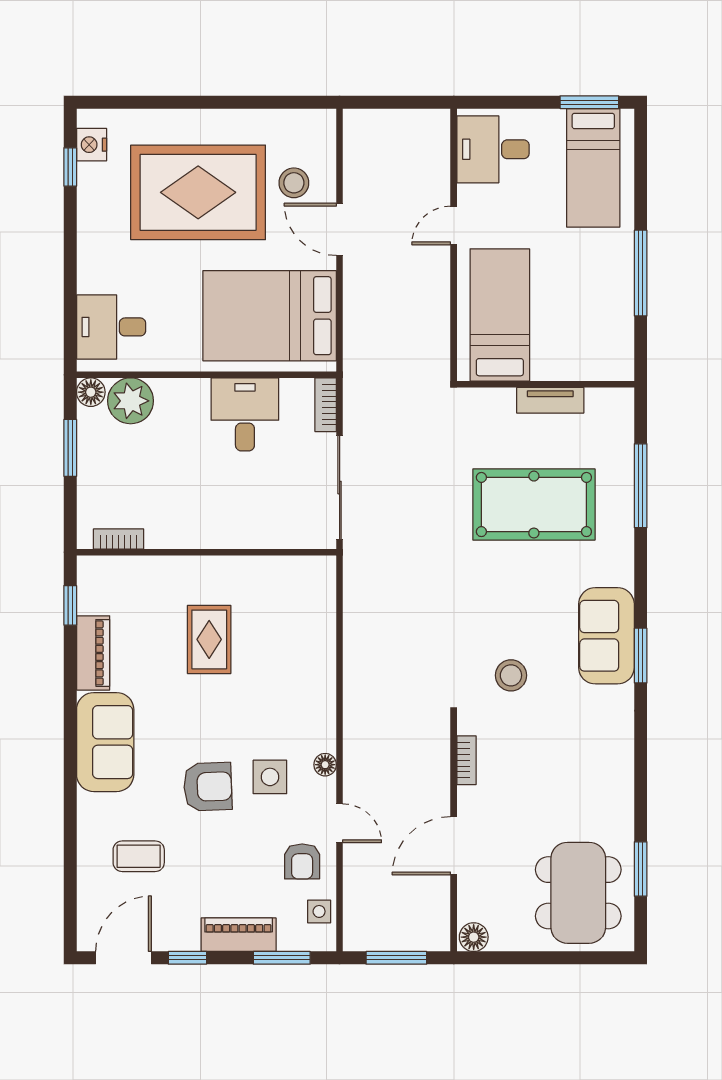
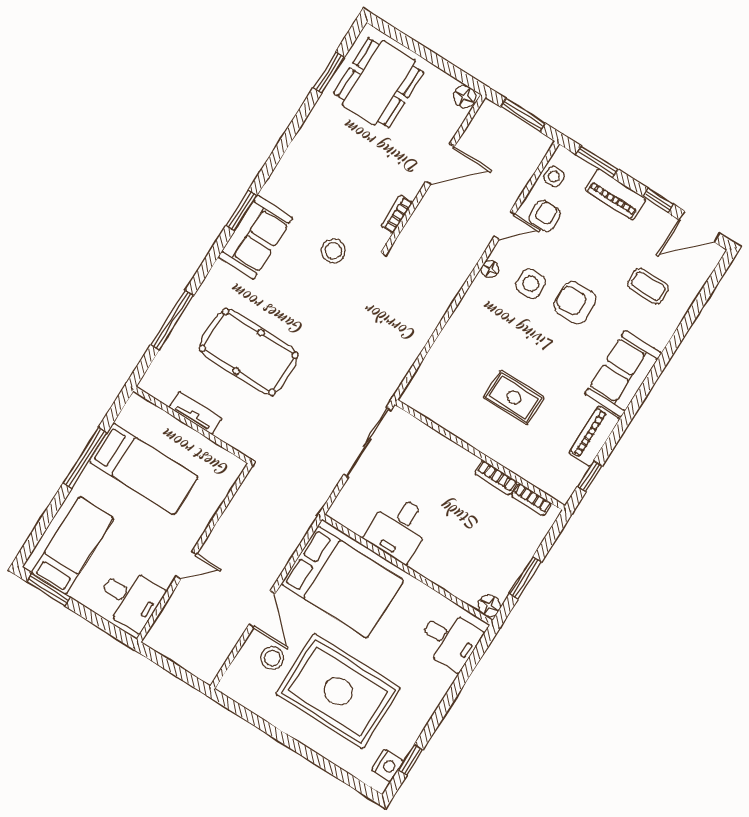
bed: (500, 315) -> (144, 469), moved, turned -90
plant: (131, 401) -> (467, 584), removed
bookcase: (326, 405) -> (496, 478), moved, turned 90
rug: (209, 639) -> (514, 397), turned 90
door: (340, 823) -> (505, 225), swing flipped

